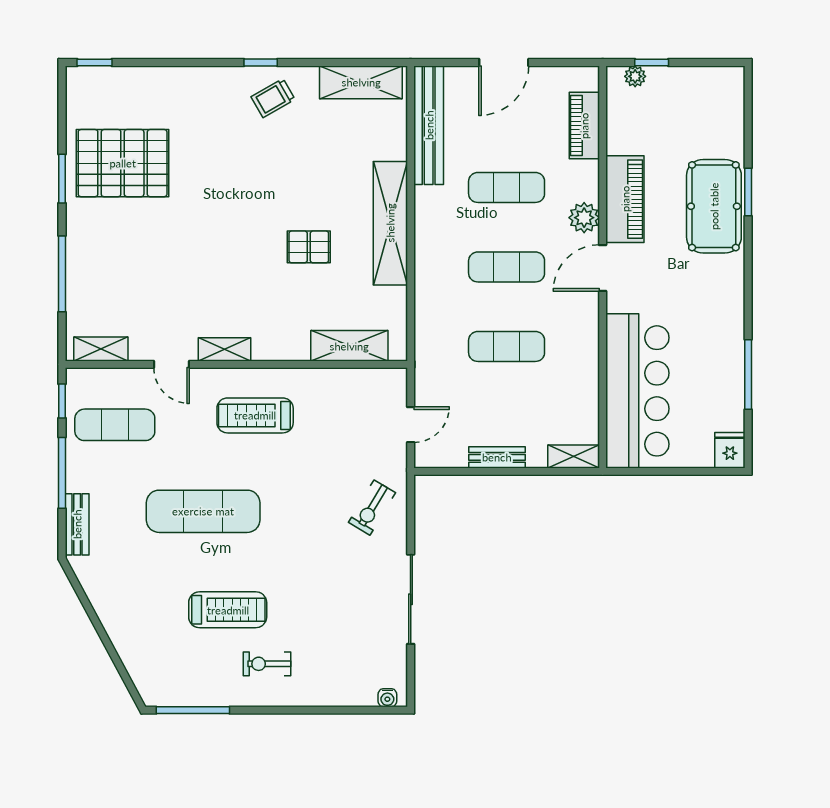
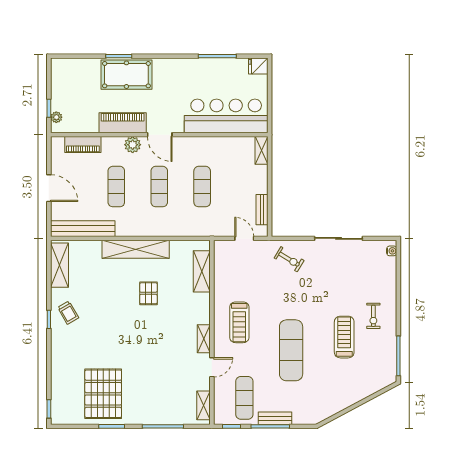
bench: (497, 457) -> (262, 210), moved
bench: (77, 524) -> (275, 418), moved

